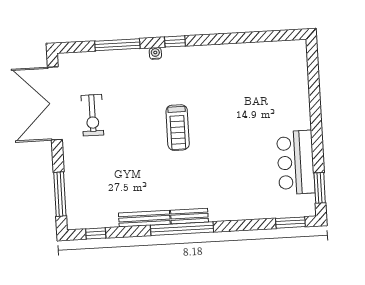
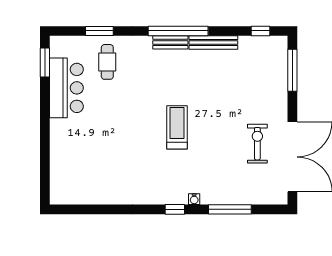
cafe table: (254, 192) -> (107, 62), added
window: (290, 223) -> (99, 31), moved

